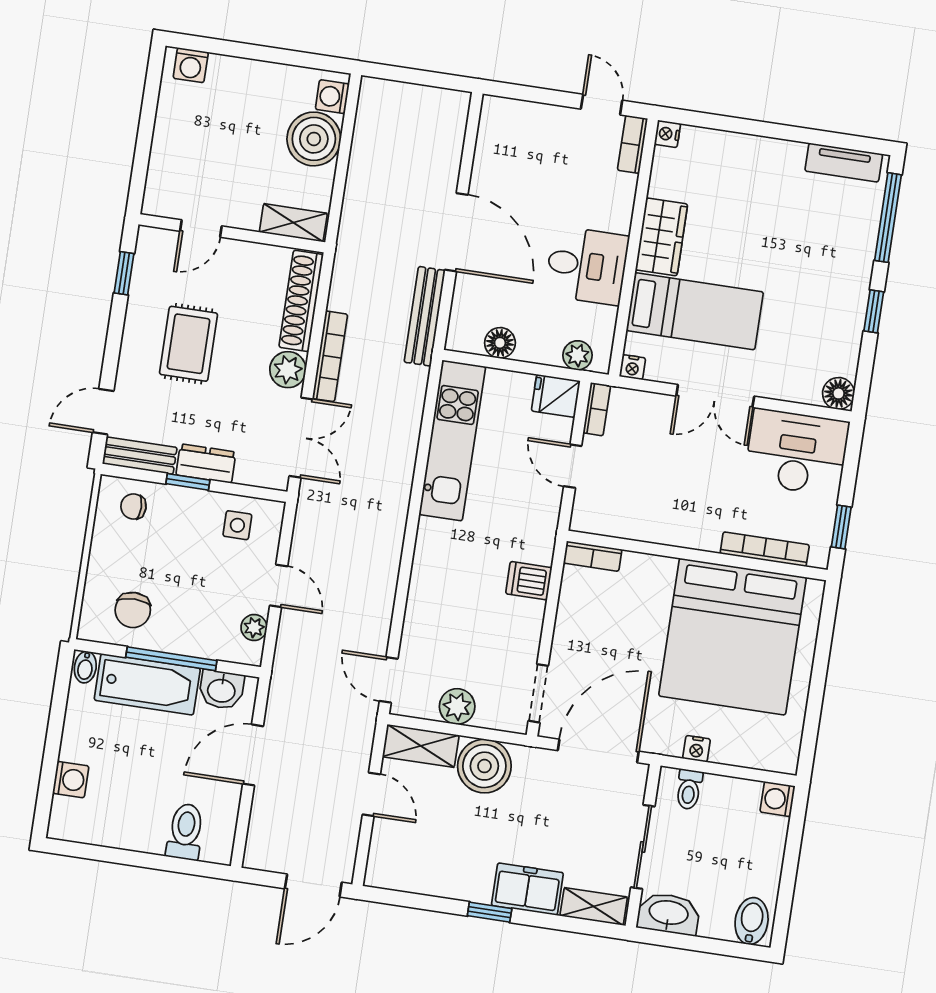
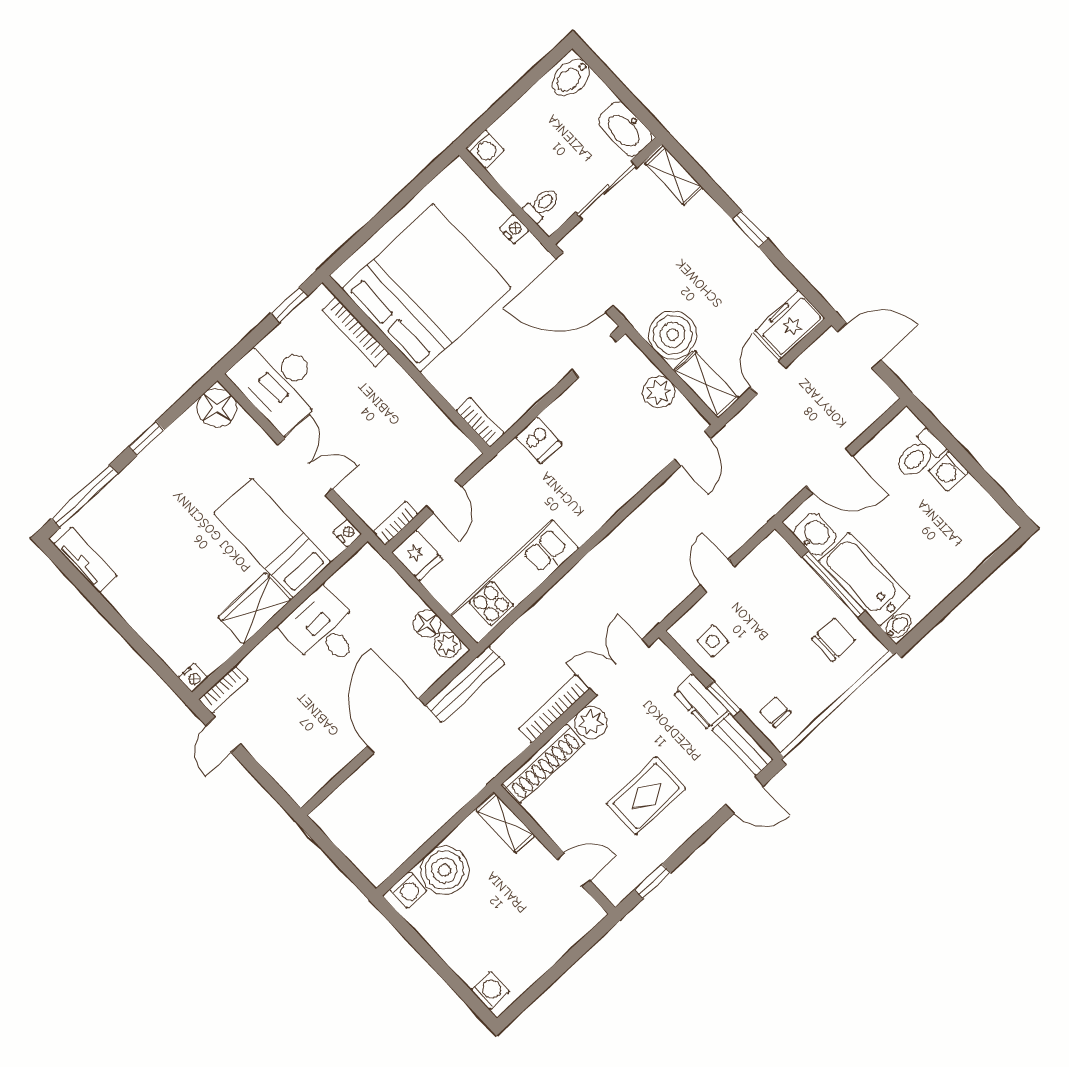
plant: (577, 355) -> (447, 645), moved
floor lamp: (838, 393) -> (217, 408), width x1.38, depth x1.38
chair: (133, 507) -> (775, 712), turned 180
plant: (254, 628) -> (758, 560), removed
washing machine: (71, 780) -> (948, 471), moved, turned -90
freezer: (527, 889) -> (790, 324), moved, turned 90

